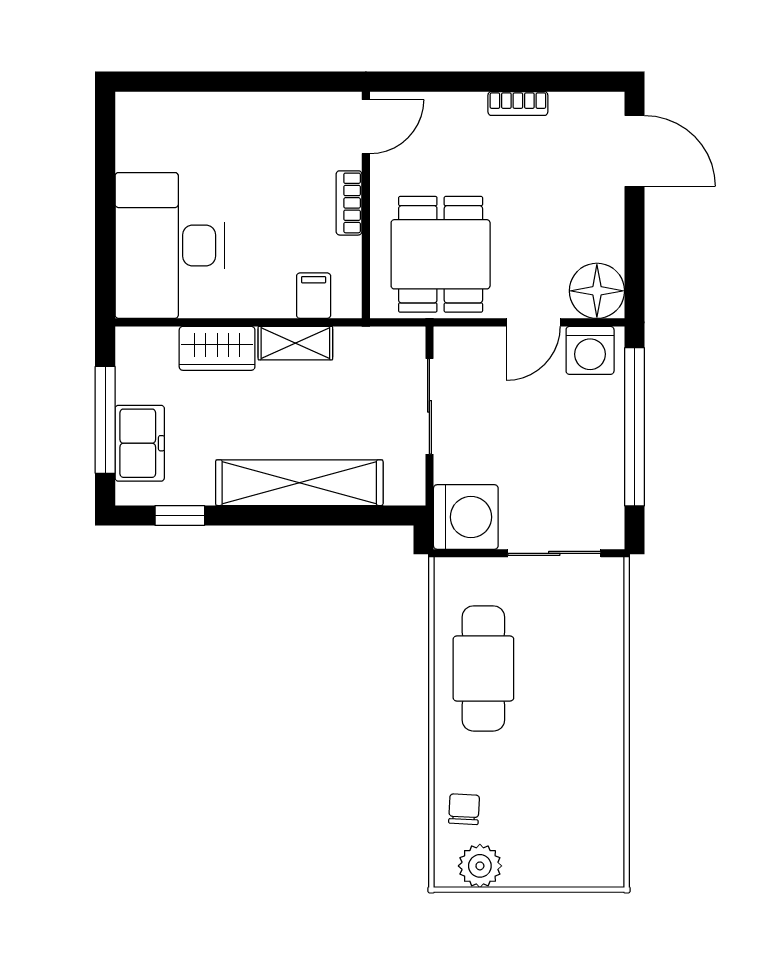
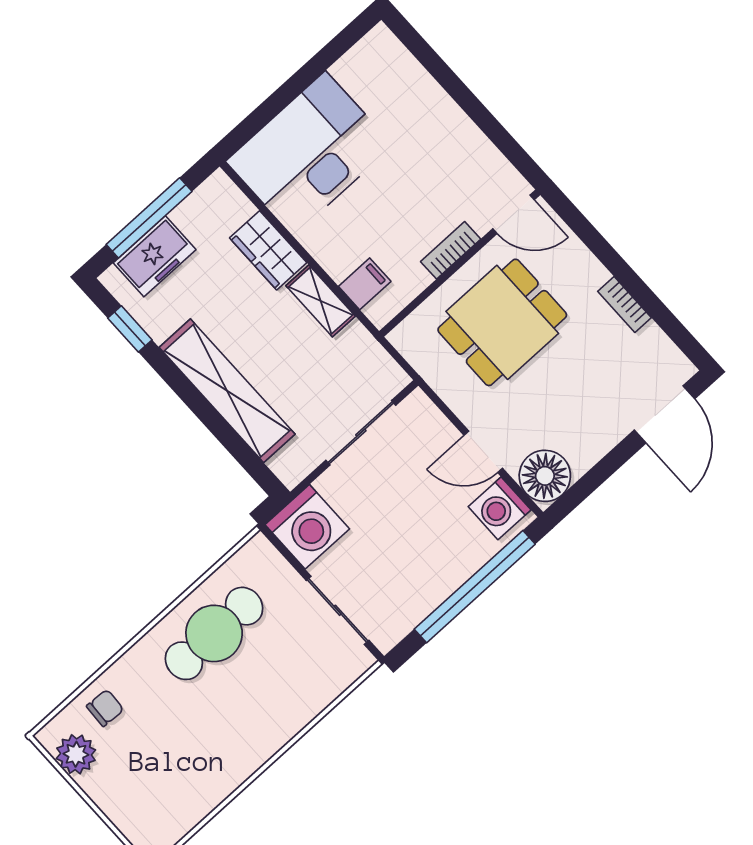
dining table: (441, 254) -> (502, 322), moved

